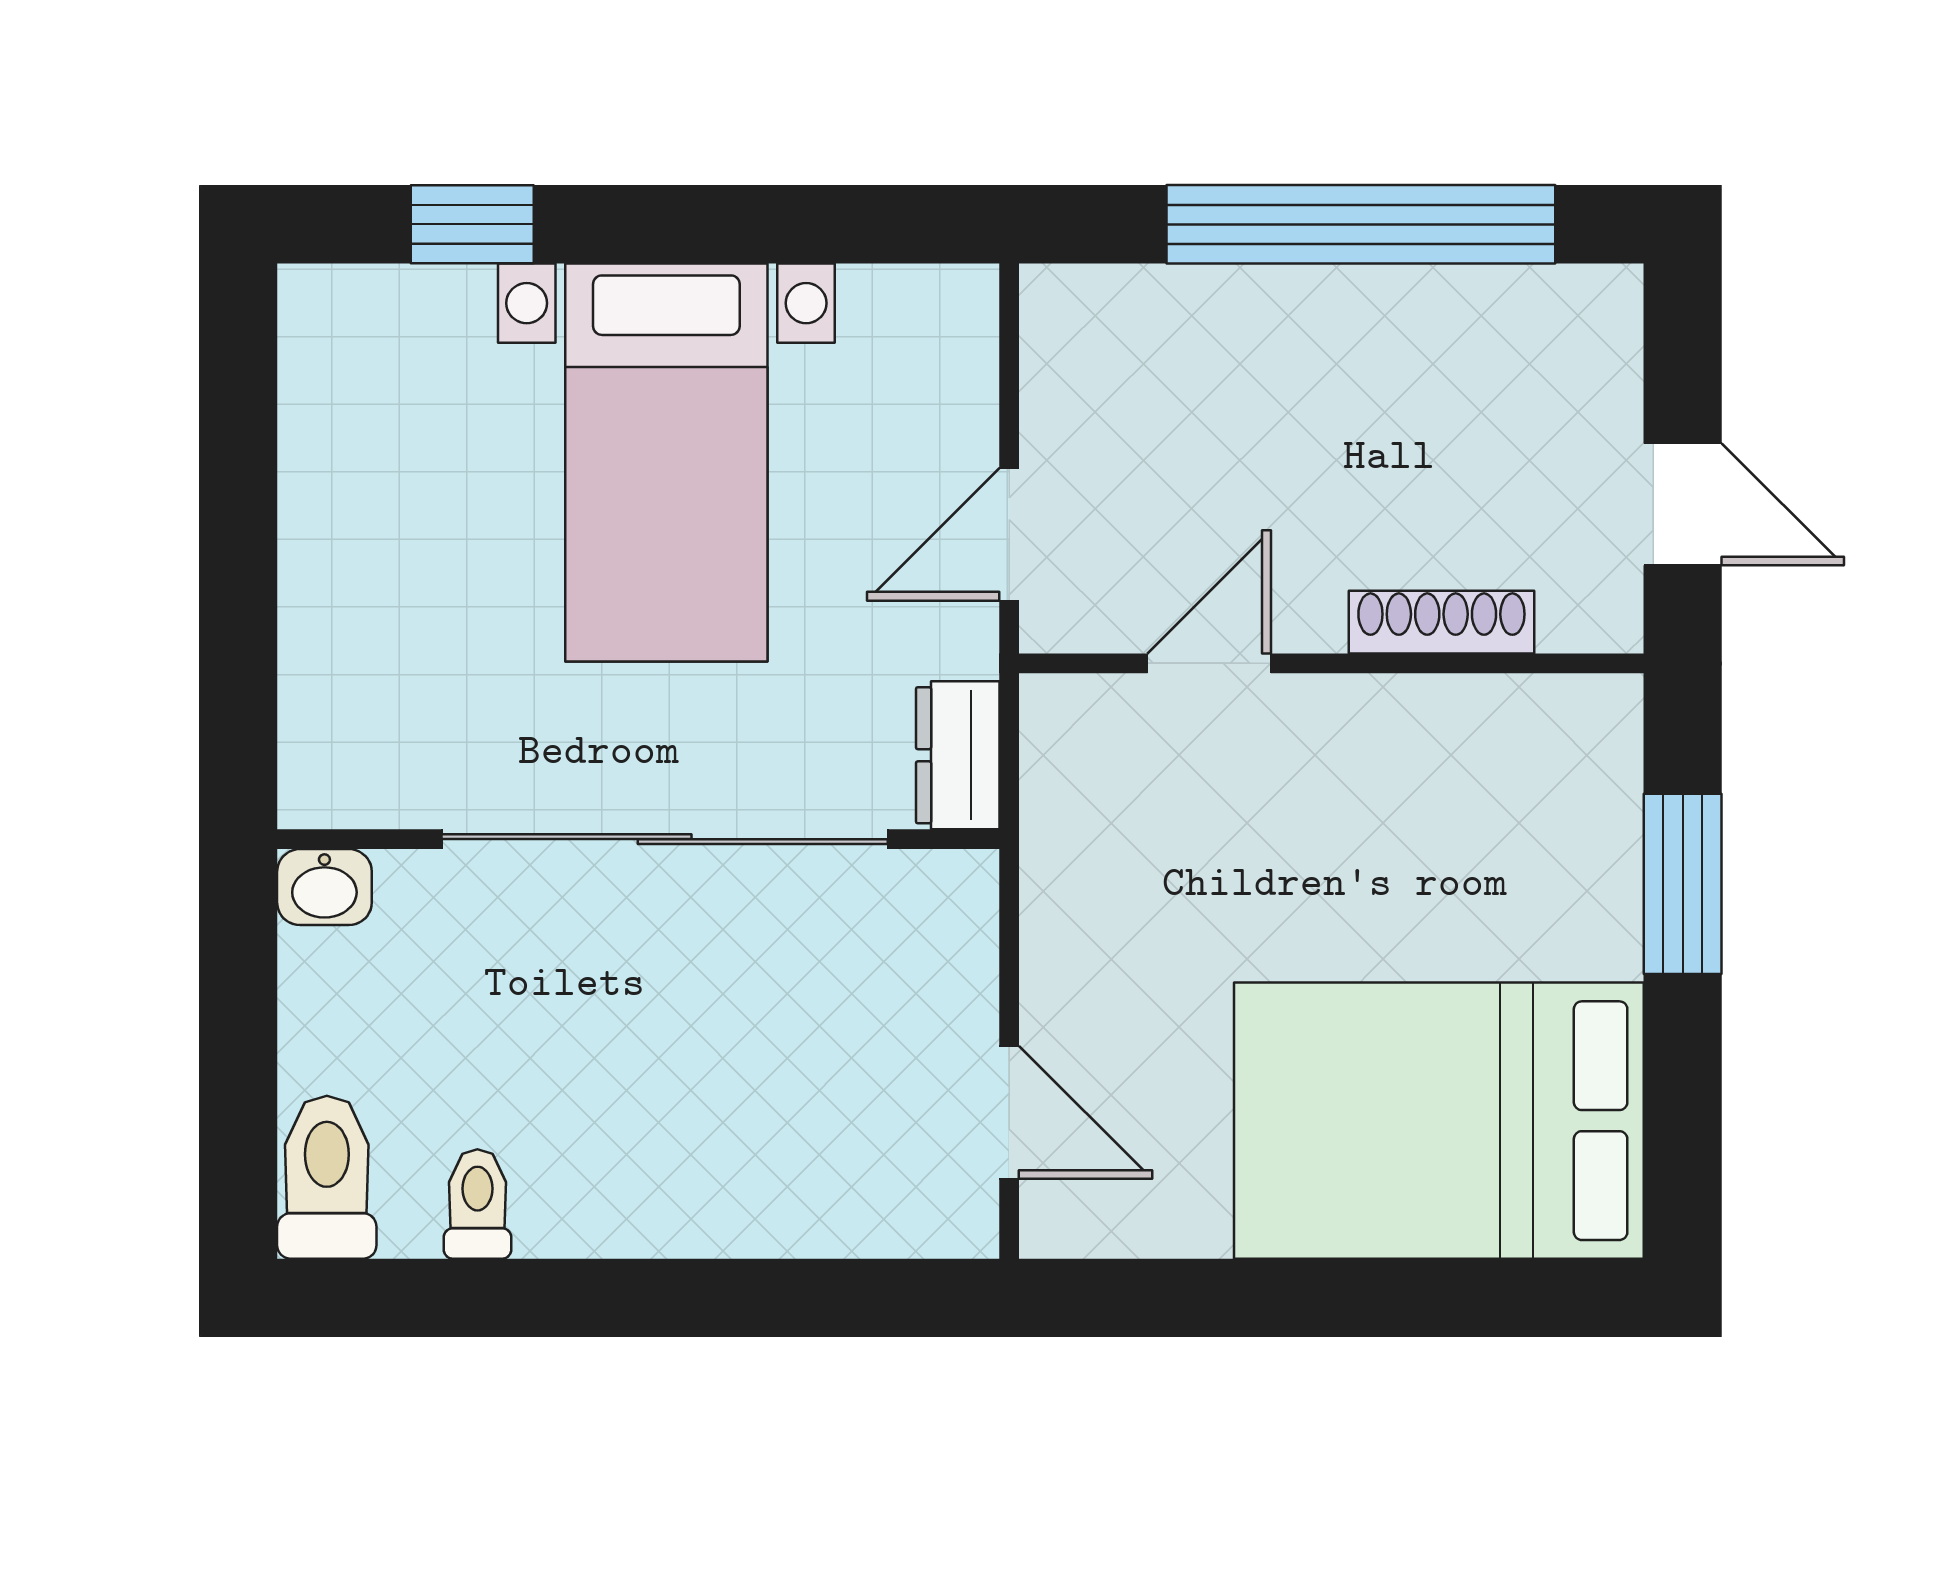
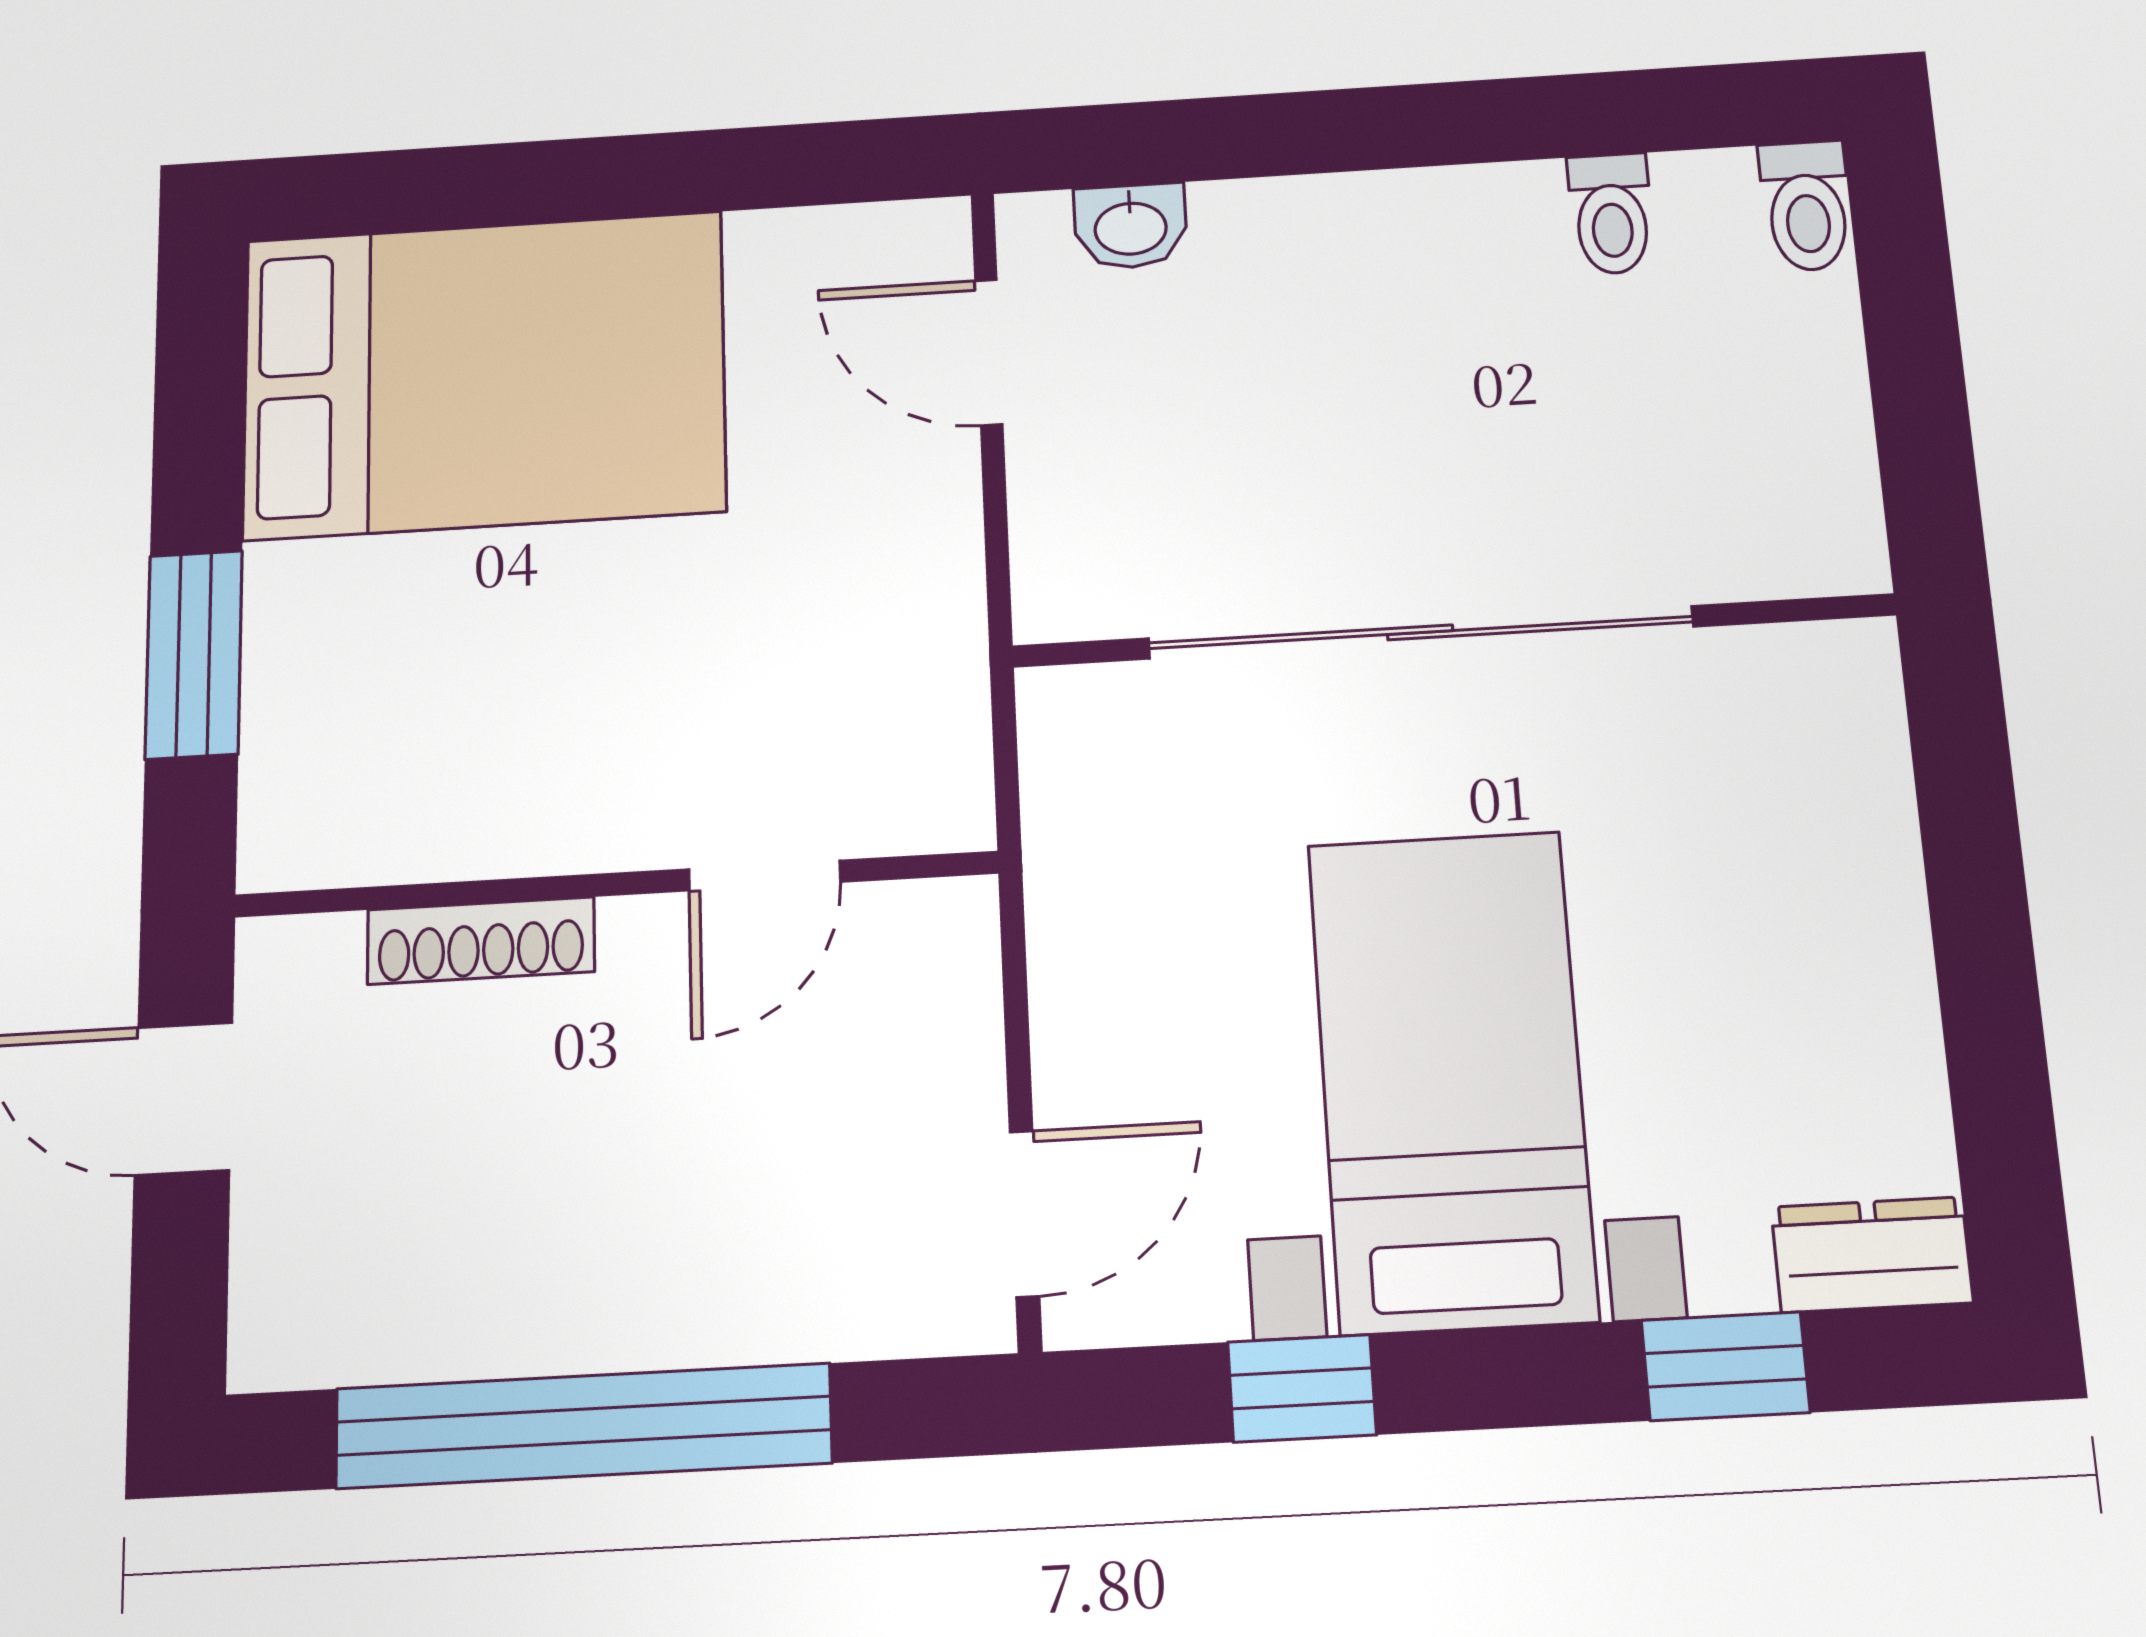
window: (800, 224) -> (1302, 1388), added
door: (1009, 534) -> (1024, 1214), moved
dresser: (958, 755) -> (1872, 1255), moved, turned -90
washbasin: (324, 887) -> (1131, 226), moved, turned 180
toilet: (327, 1177) -> (1807, 206), width x0.73, depth x0.72

